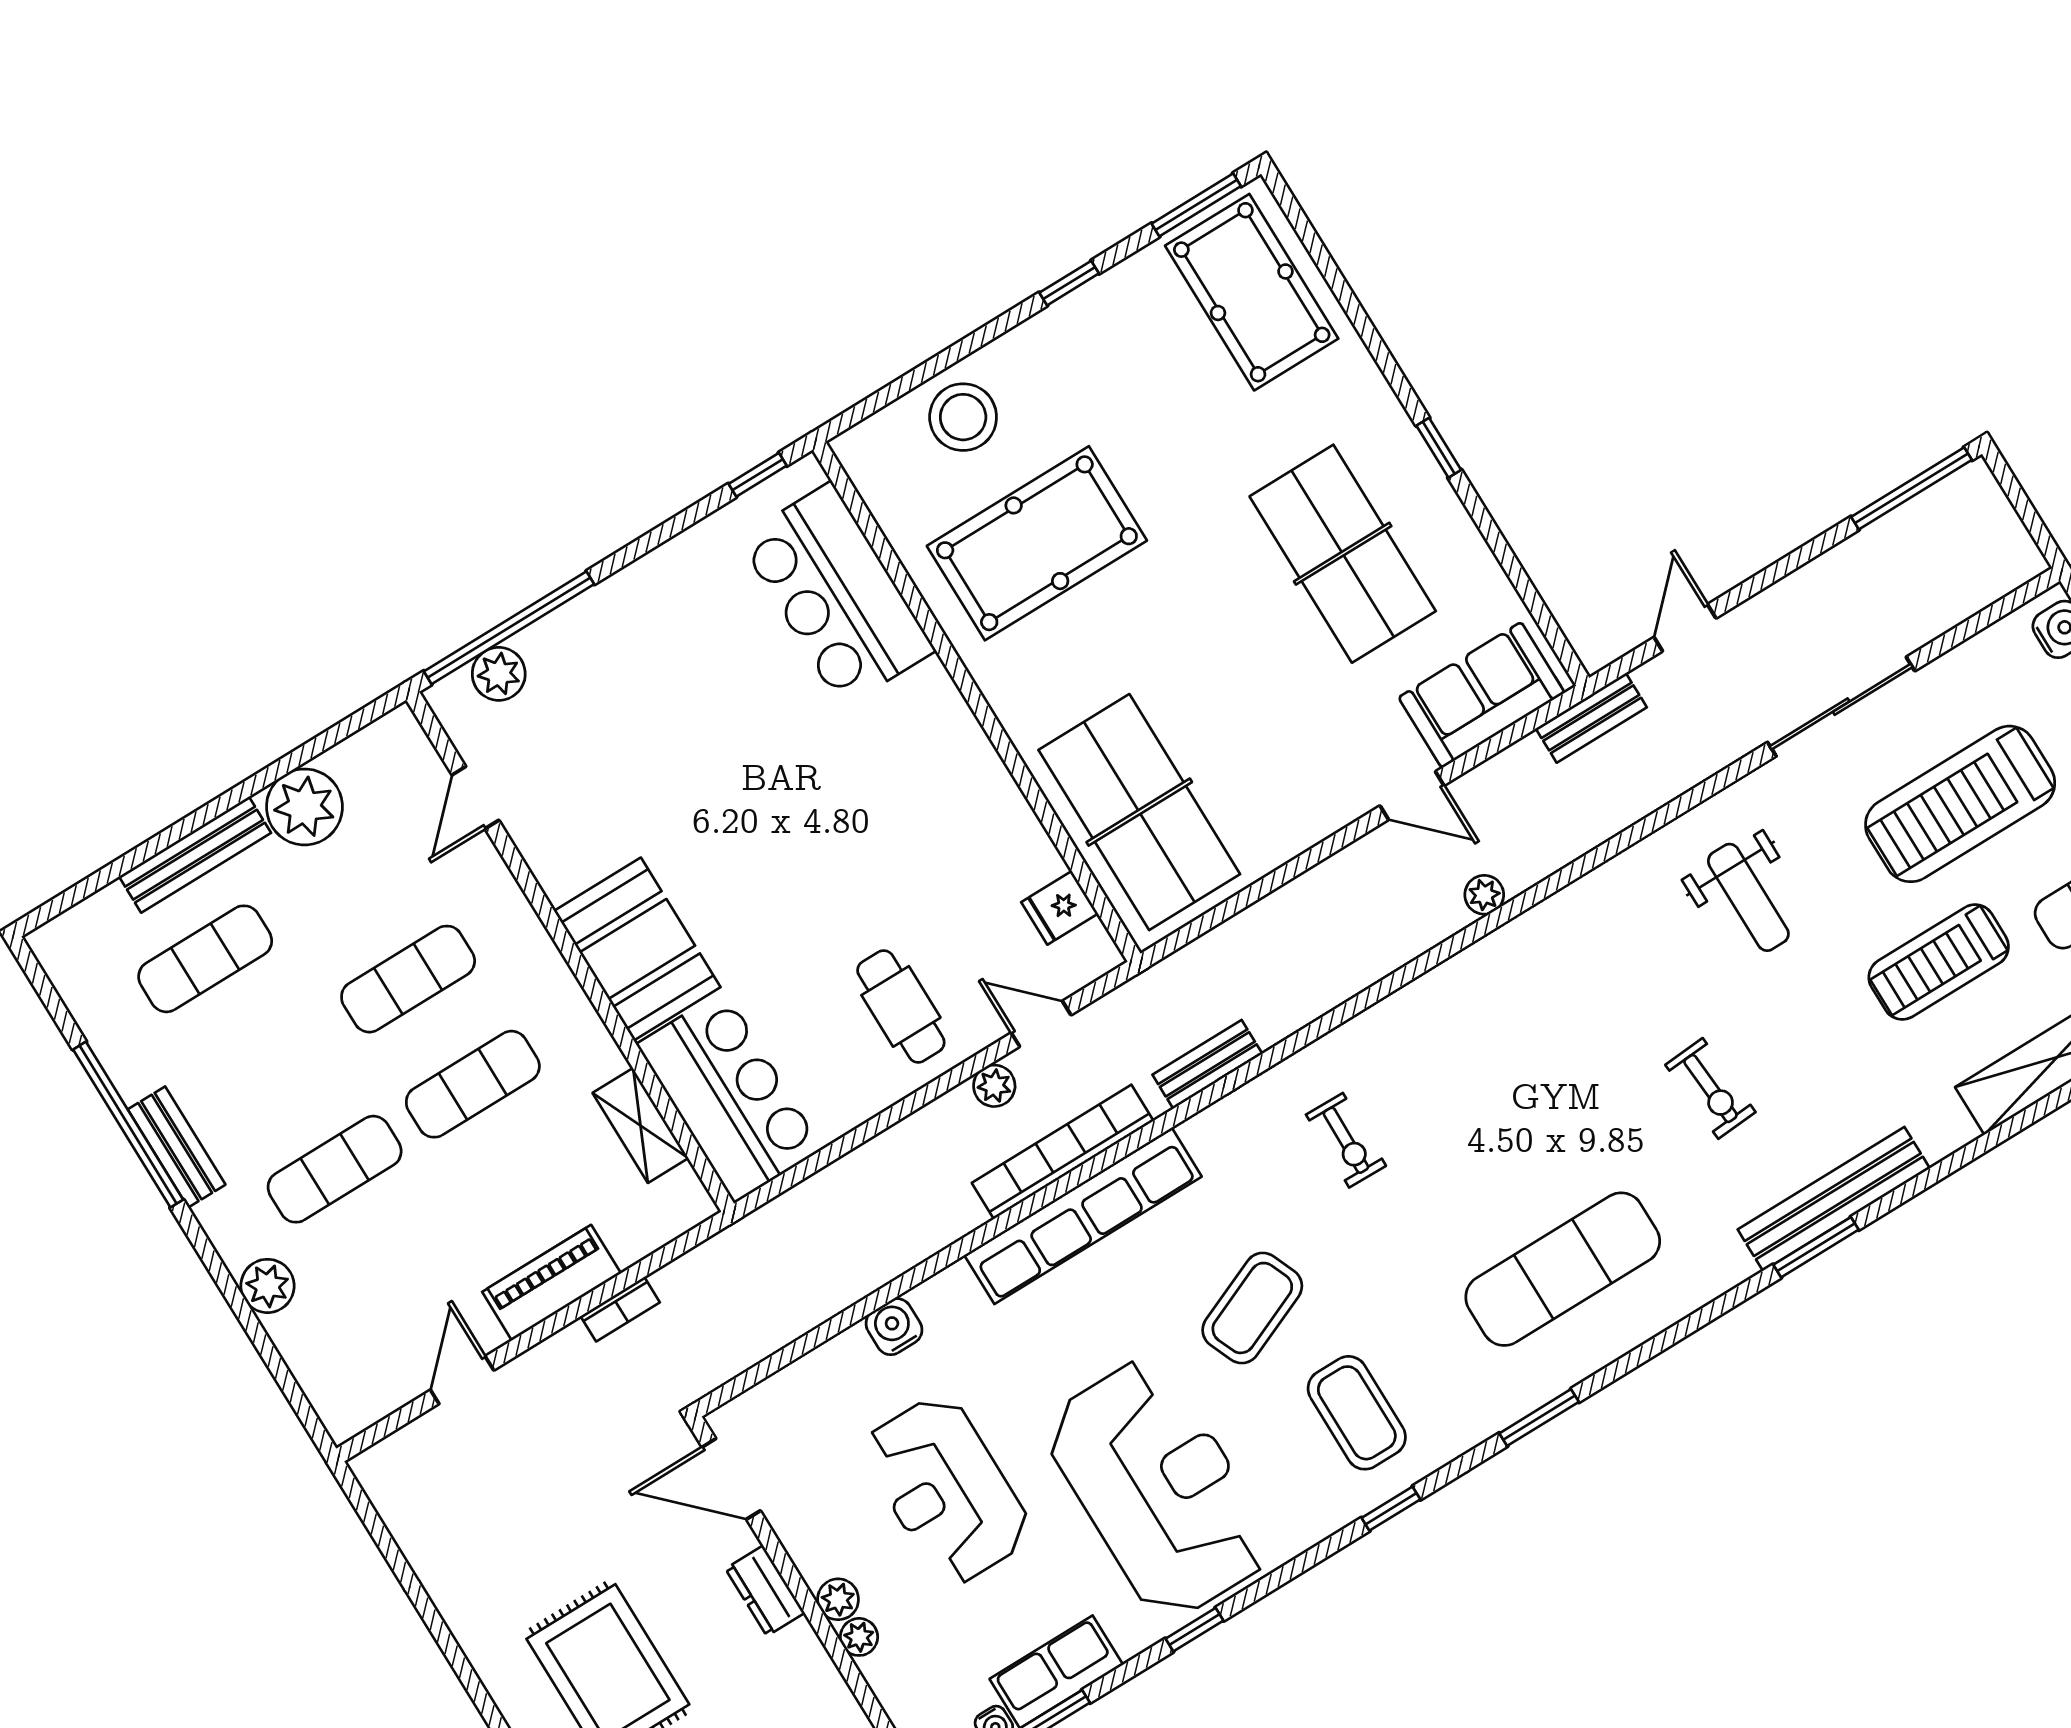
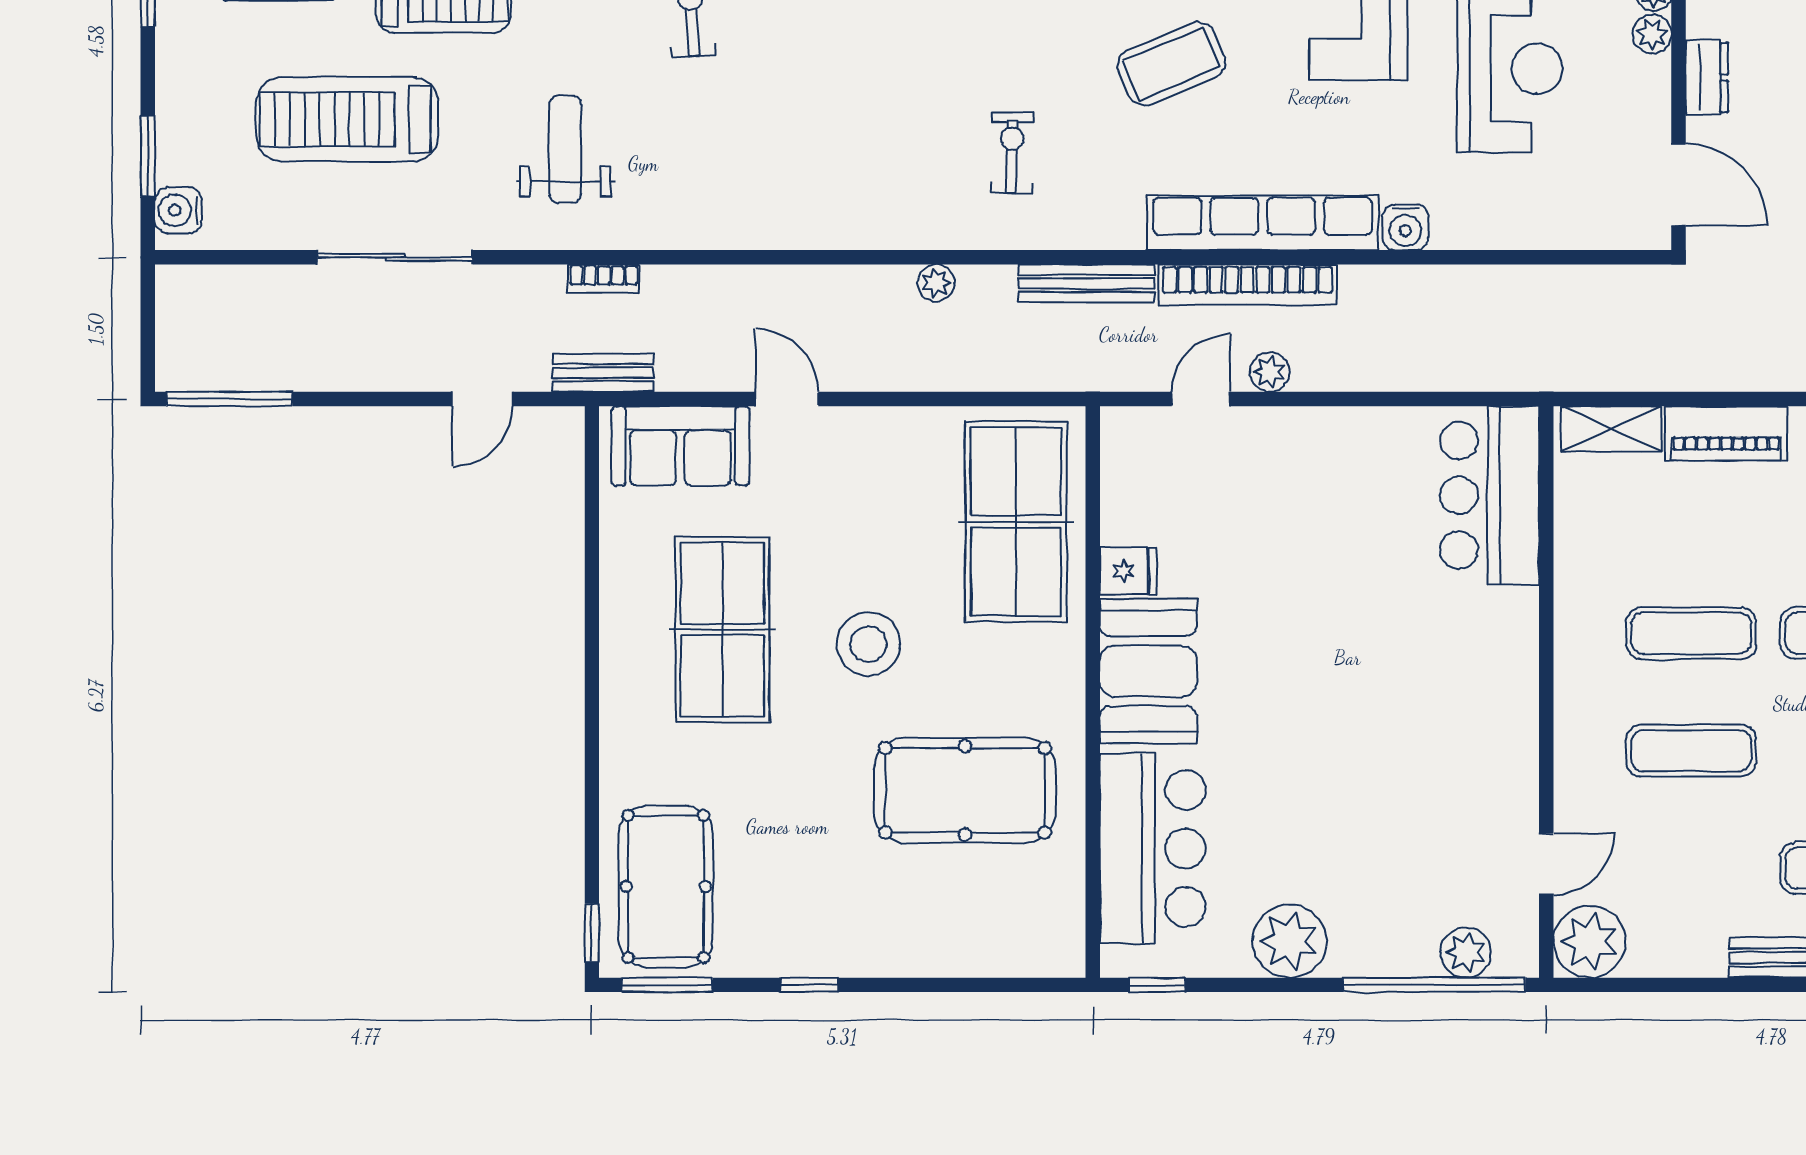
stool: (963, 417) -> (868, 644), moved
window: (1439, 448) -> (592, 933), moved
plant: (663, 587) -> (1289, 941), added
treadmill: (1960, 804) -> (347, 119), turned 180
plant: (304, 807) -> (1589, 942), moved
plant: (1484, 895) -> (936, 283), moved
fridge: (1060, 908) -> (1128, 571), moved
booth: (637, 949) -> (1148, 671), moved
cafe table: (901, 1006) -> (1306, 483), removed
door: (1041, 1024) -> (1201, 399), swing flipped
bench: (1207, 1064) -> (1086, 283), width x1.36
shelving: (640, 1126) -> (1611, 429), moved, turned 90
bookcase: (620, 1309) -> (604, 279), moved, turned 180
water cooler: (894, 1327) -> (1405, 227), moved

